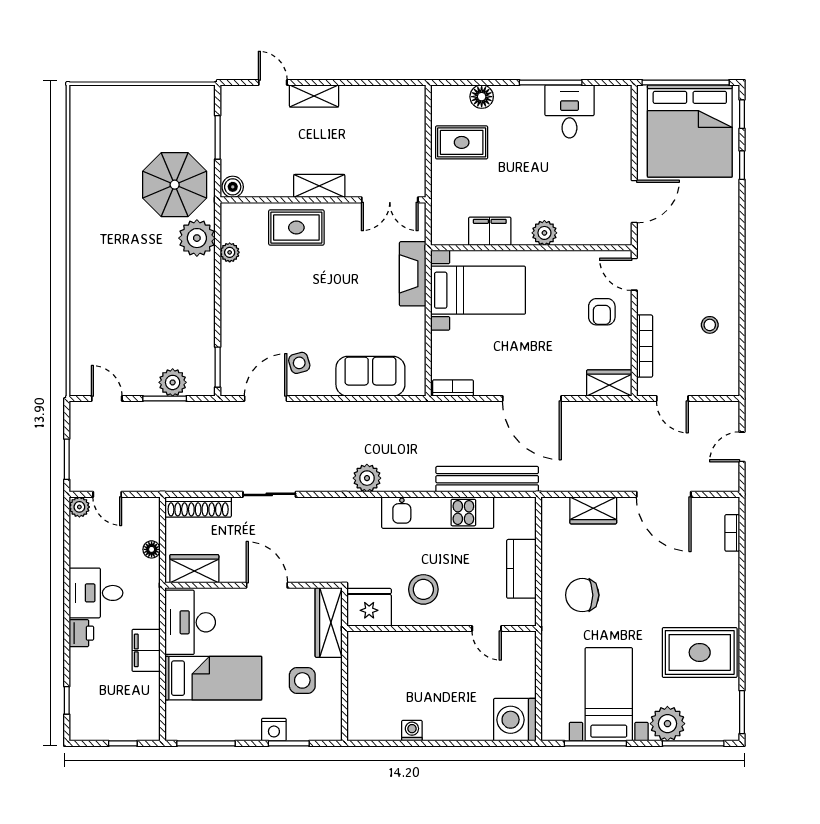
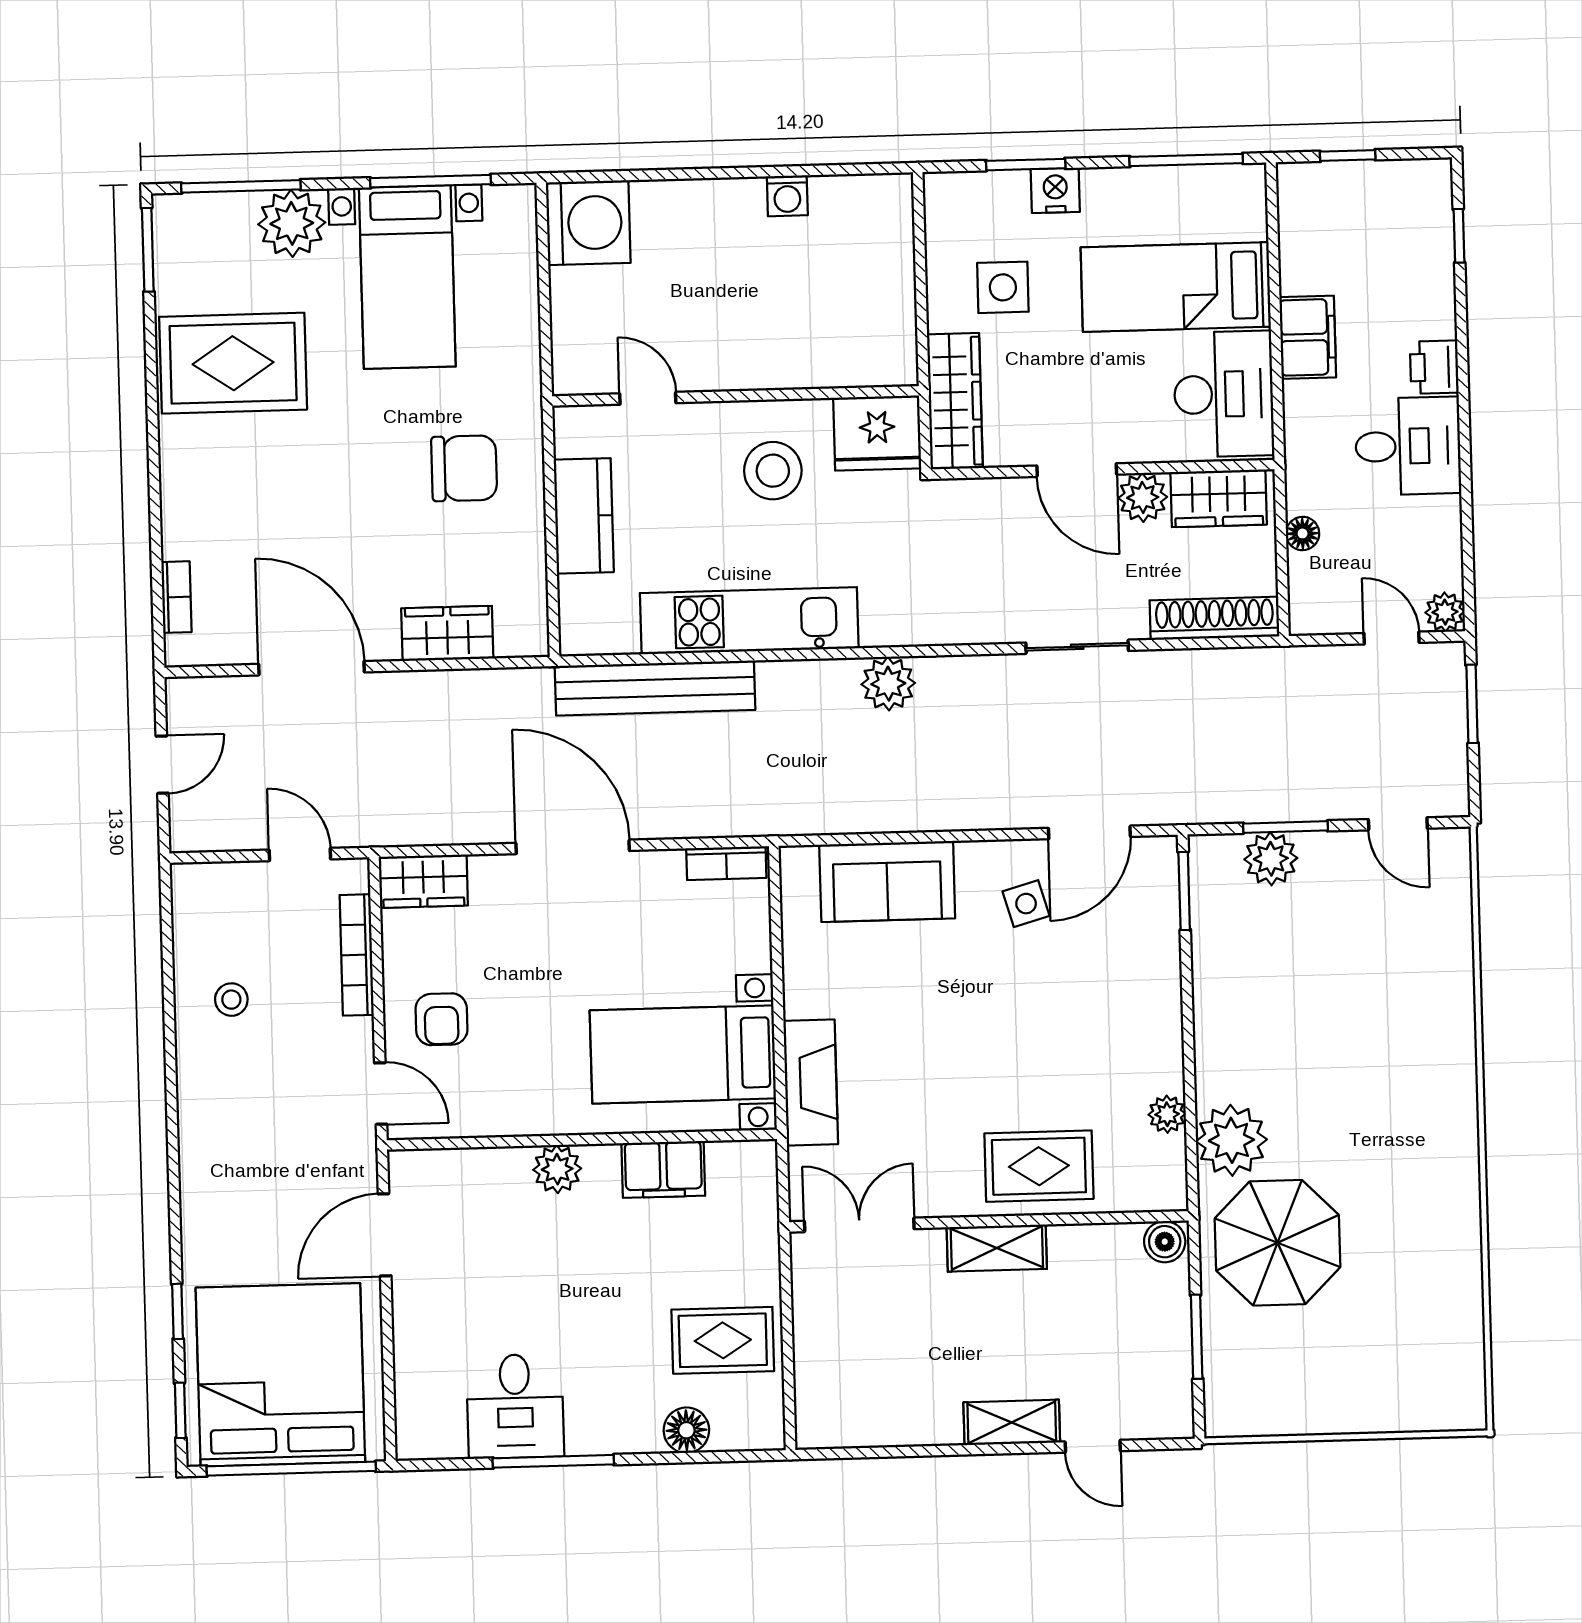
armchair: (602, 312) -> (441, 1019), turned 180
plant: (233, 570) -> (1143, 497), added

